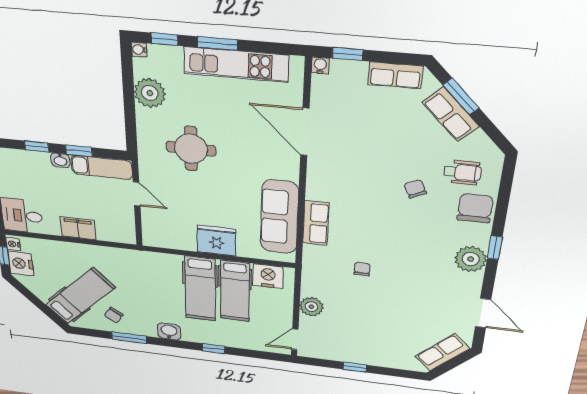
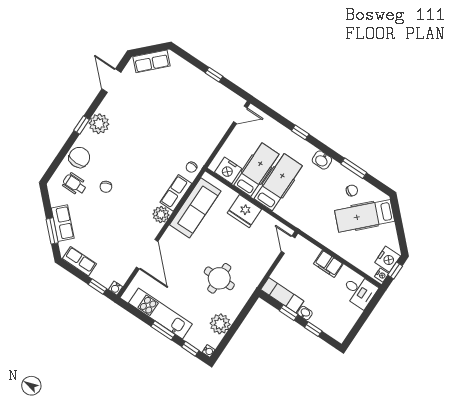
door: (137, 194) -> (288, 245), moved
chair: (475, 208) -> (79, 157), turned 180
chair: (362, 269) -> (191, 167), moved
plant: (311, 307) -> (161, 215), moved

